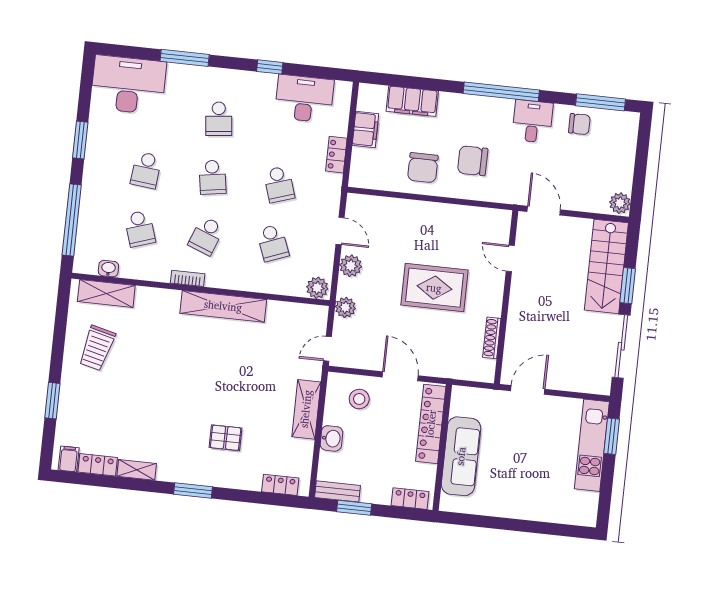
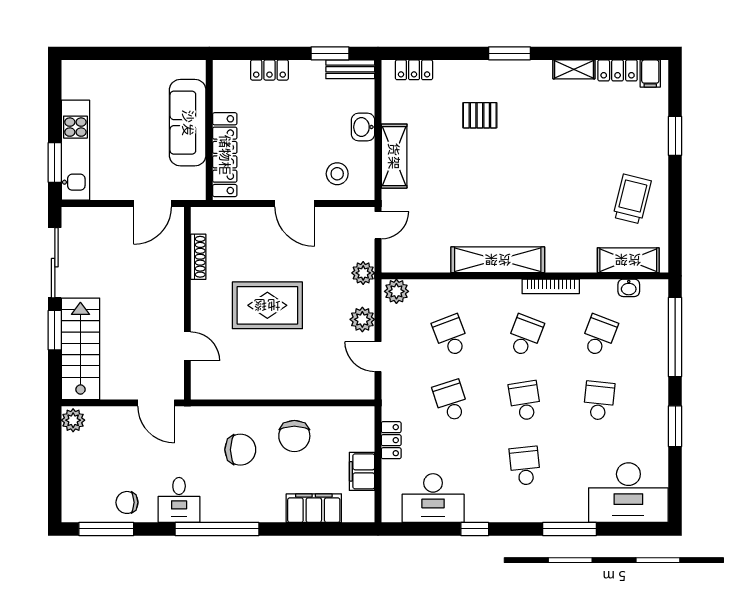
chair: (423, 168) -> (294, 436), turned 180
school desk: (140, 229) -> (599, 336), turned 39
bookcase: (188, 278) -> (551, 286), width x1.56
locker: (431, 424) -> (225, 155), moved
wall: (442, 447) -> (209, 130), moved
sofa: (461, 456) -> (188, 123), moved

